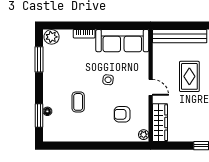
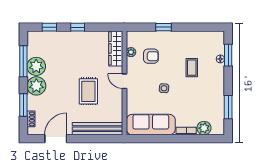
plant: (52, 37) -> (204, 128), moved
plant: (144, 135) -> (131, 52), moved
window: (109, 146) -> (164, 27), added

